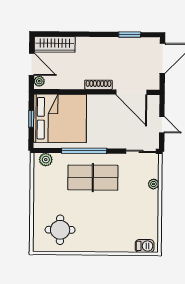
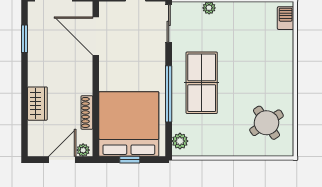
wardrobe: (55, 44) -> (37, 104), moved, width x0.67
shoe rack: (98, 85) -> (87, 112), moved
door: (131, 92) -> (96, 36), swing flipped
round table: (60, 230) -> (267, 123), turned -34

